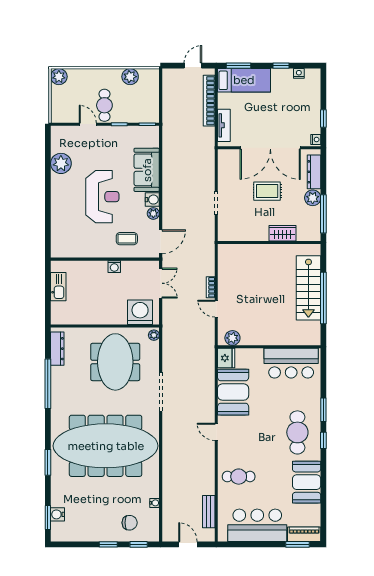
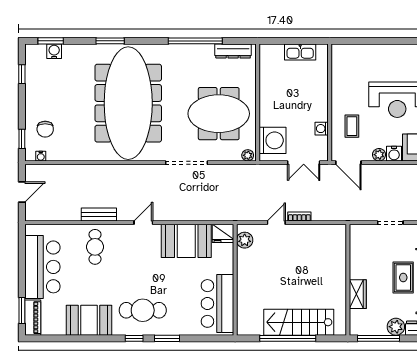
washing machine: (114, 267) -> (322, 129), moved
water cooler: (155, 503) -> (41, 156), moved
bench: (209, 512) -> (99, 215), moved
window: (108, 544) -> (22, 74), moved

